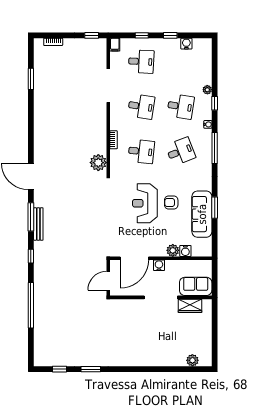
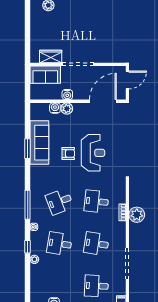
plant: (98, 163) -> (137, 215), moved
water cooler: (159, 265) -> (67, 95), moved

